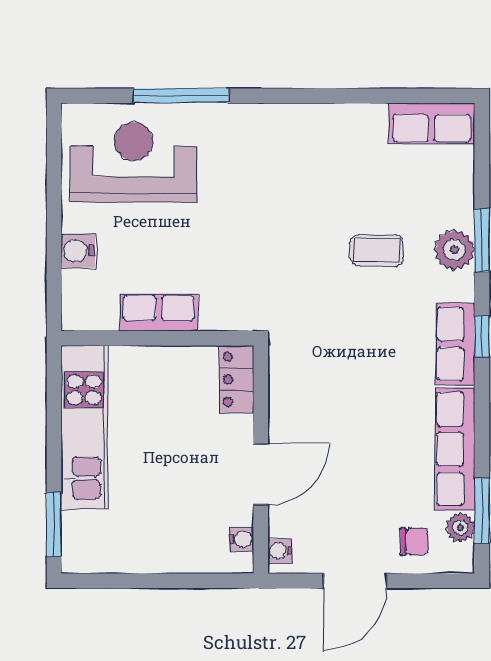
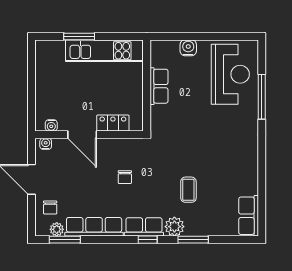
plant: (454, 250) -> (174, 227), moved
locker: (236, 379) -> (113, 123), moved
chair: (350, 384) -> (125, 177), added
window: (54, 524) -> (79, 36), moved

